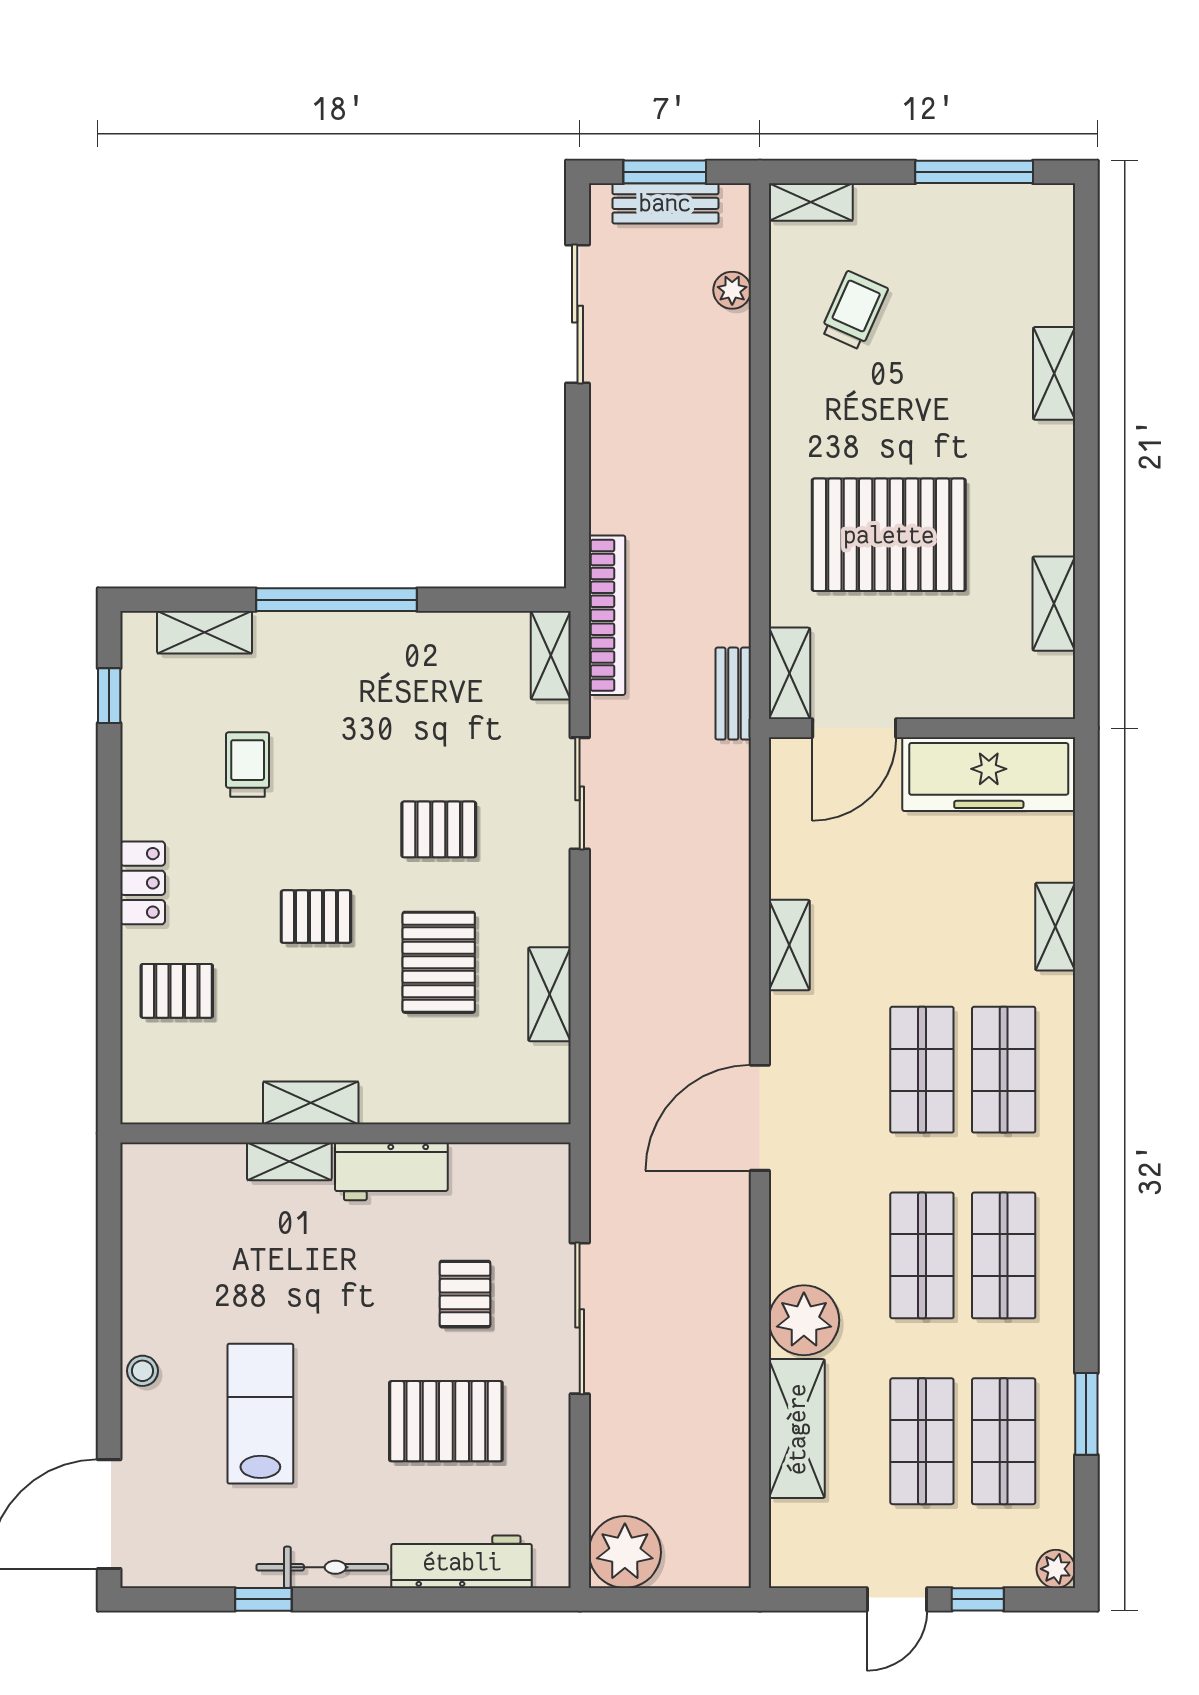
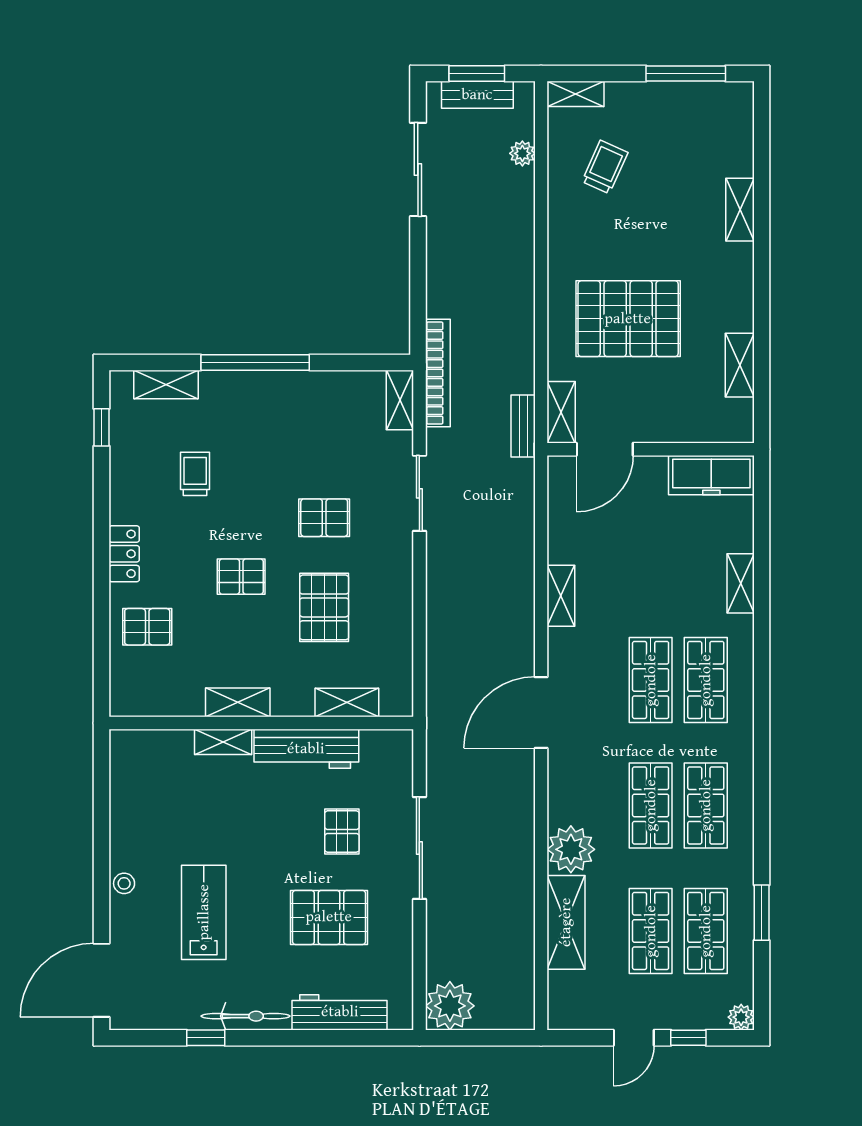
freezer: (989, 774) -> (711, 475), width x0.73, depth x0.79
shelving: (550, 994) -> (347, 703), moved, turned 90
workbench: (391, 1171) -> (306, 749), width x1.38

